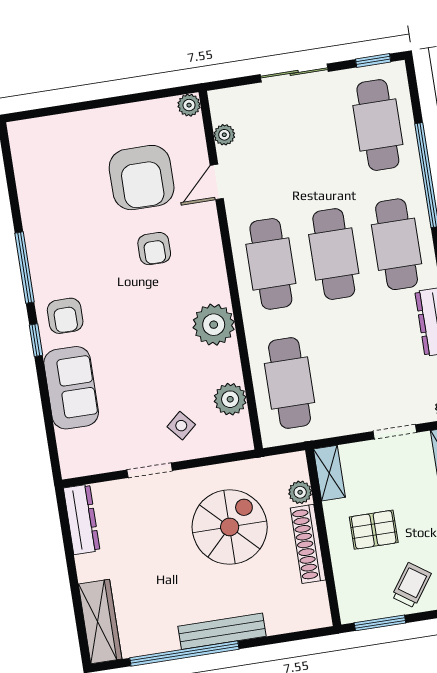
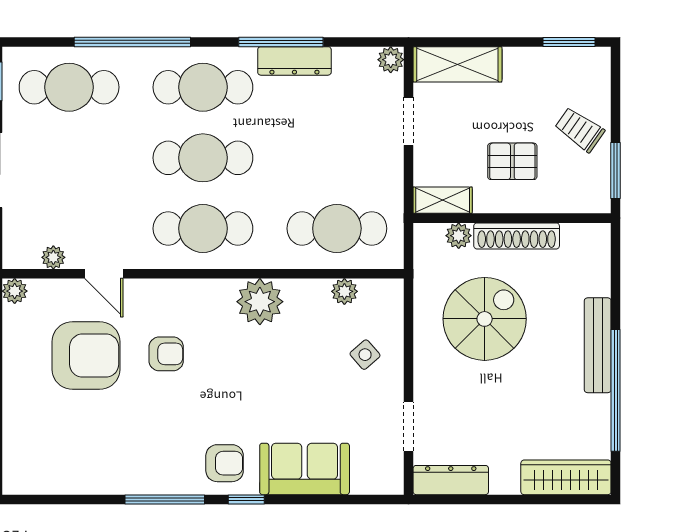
plant: (230, 399) -> (344, 291), width x0.73, depth x0.73
doorway: (150, 470) -> (409, 427), moved
spiral stairs: (230, 527) -> (485, 319), turned 90
pallet: (374, 530) -> (512, 161), turned 90

